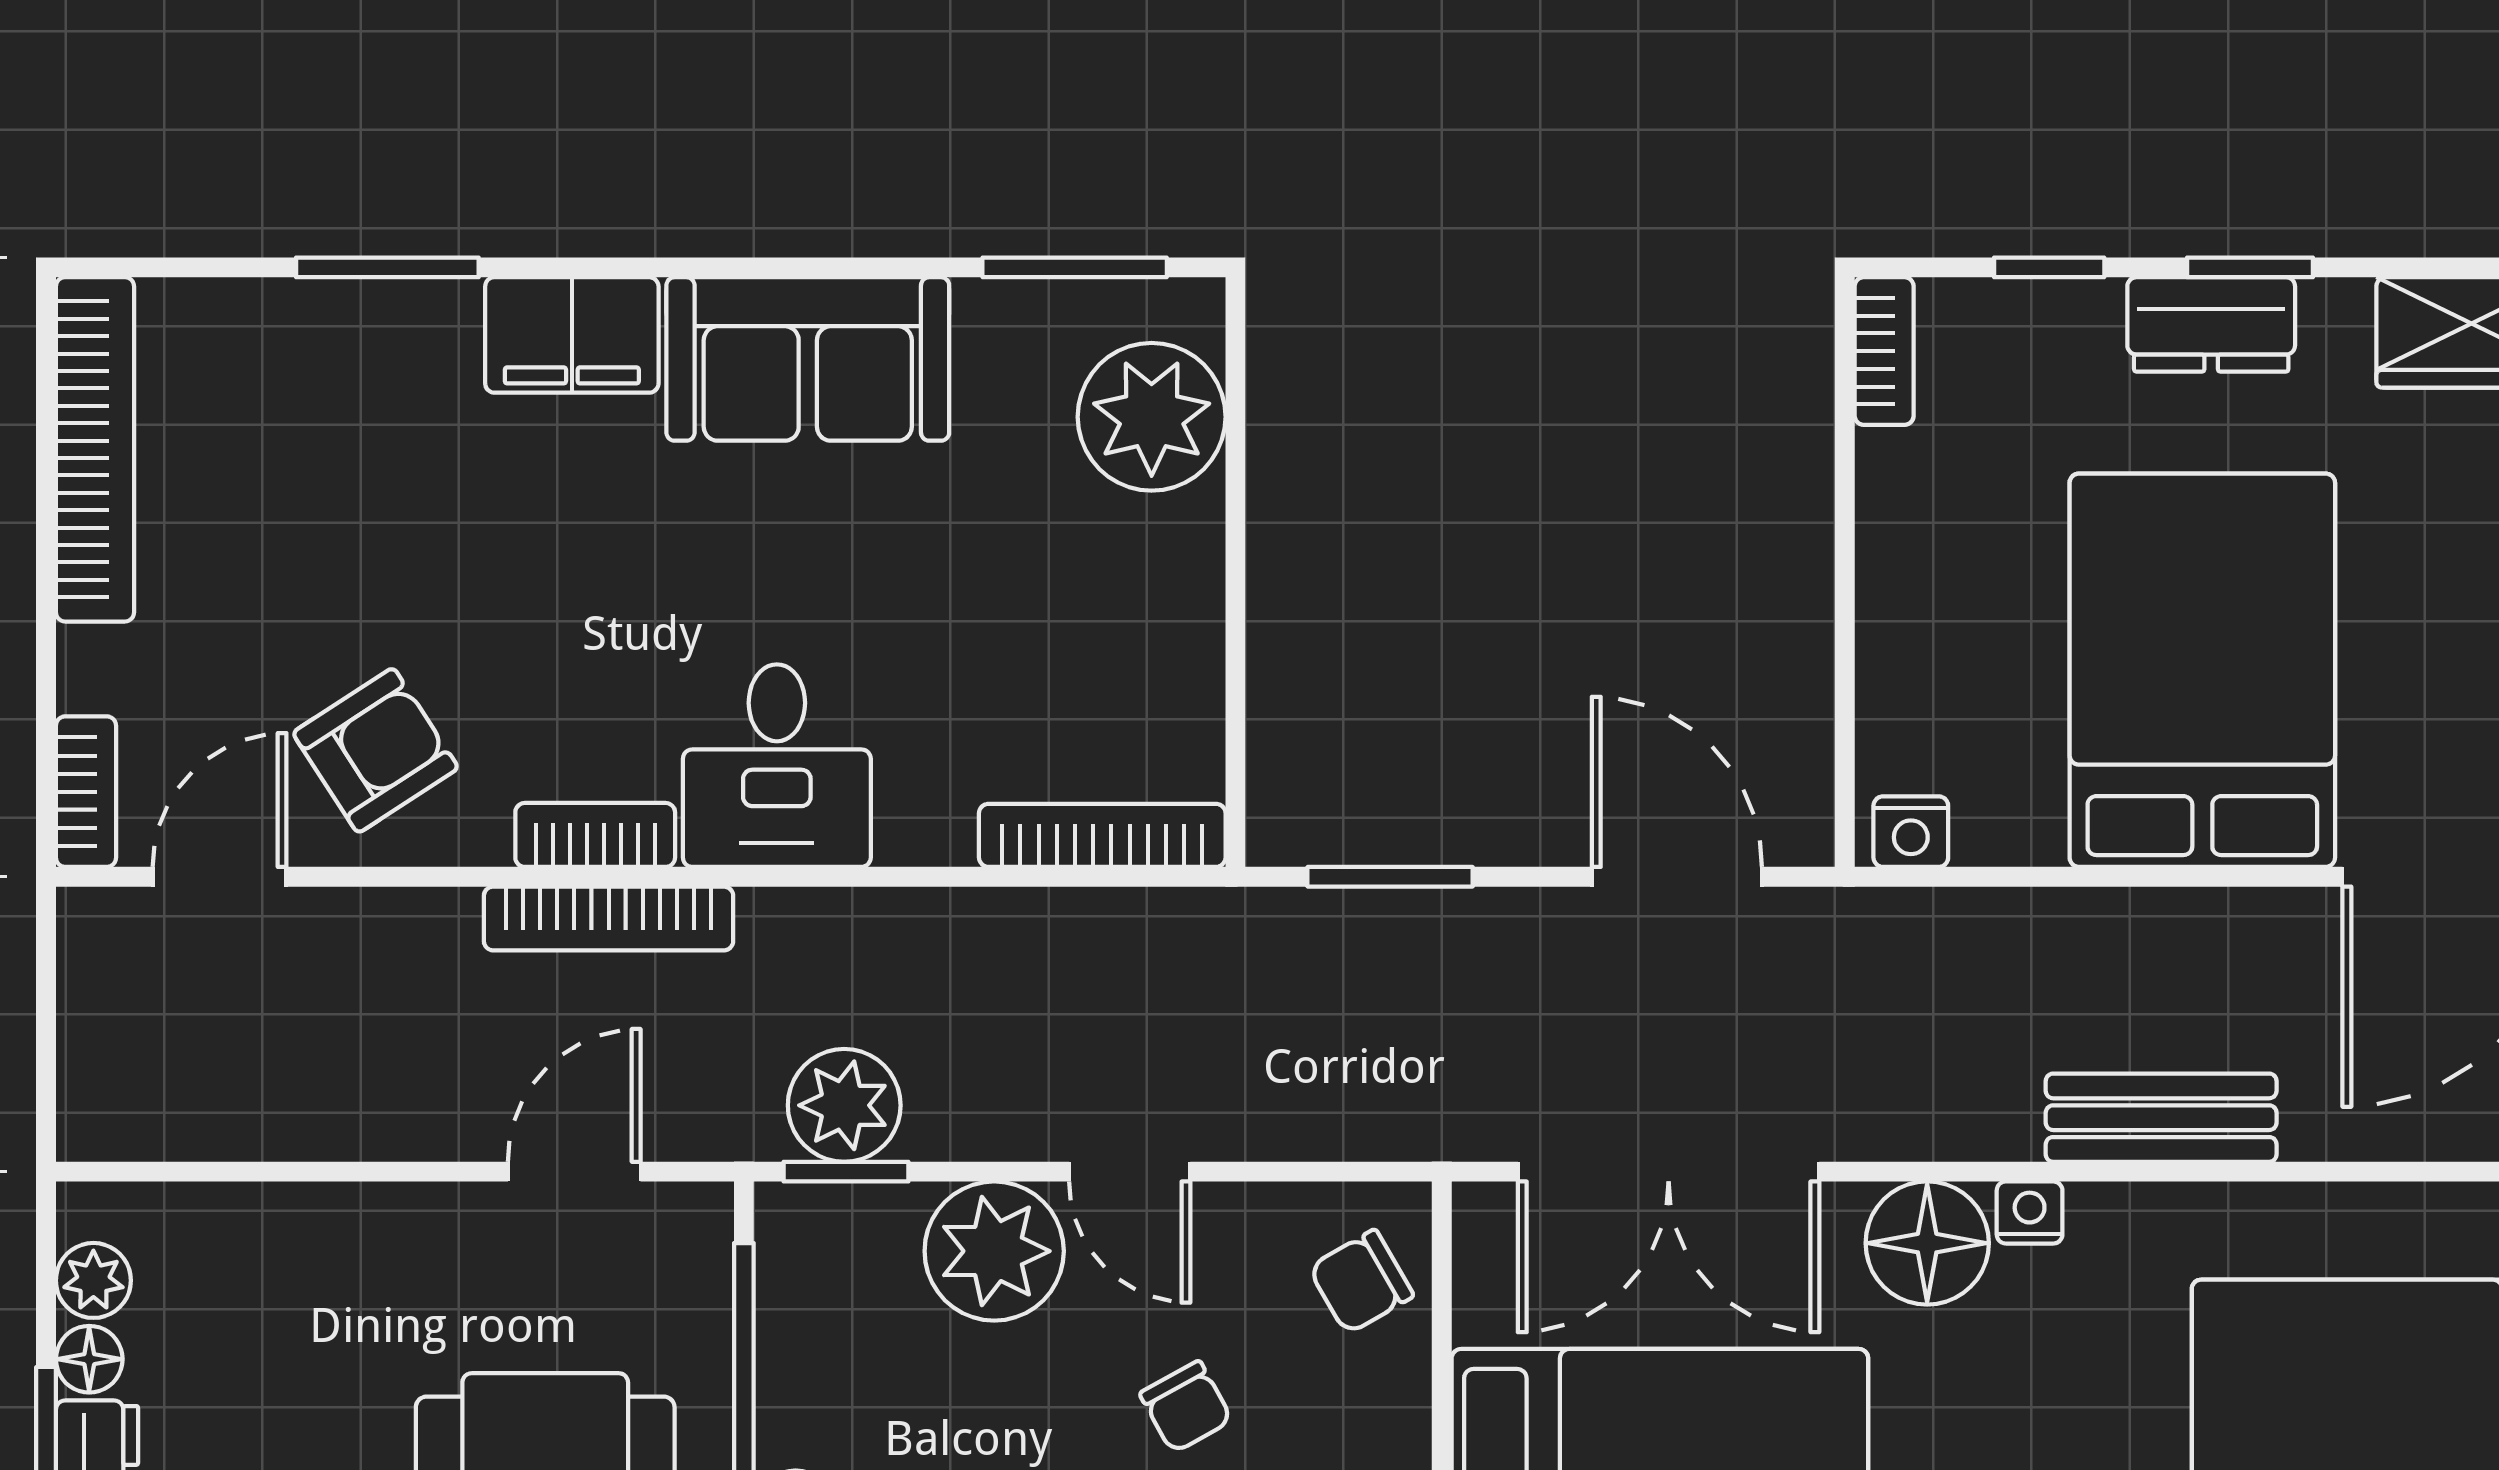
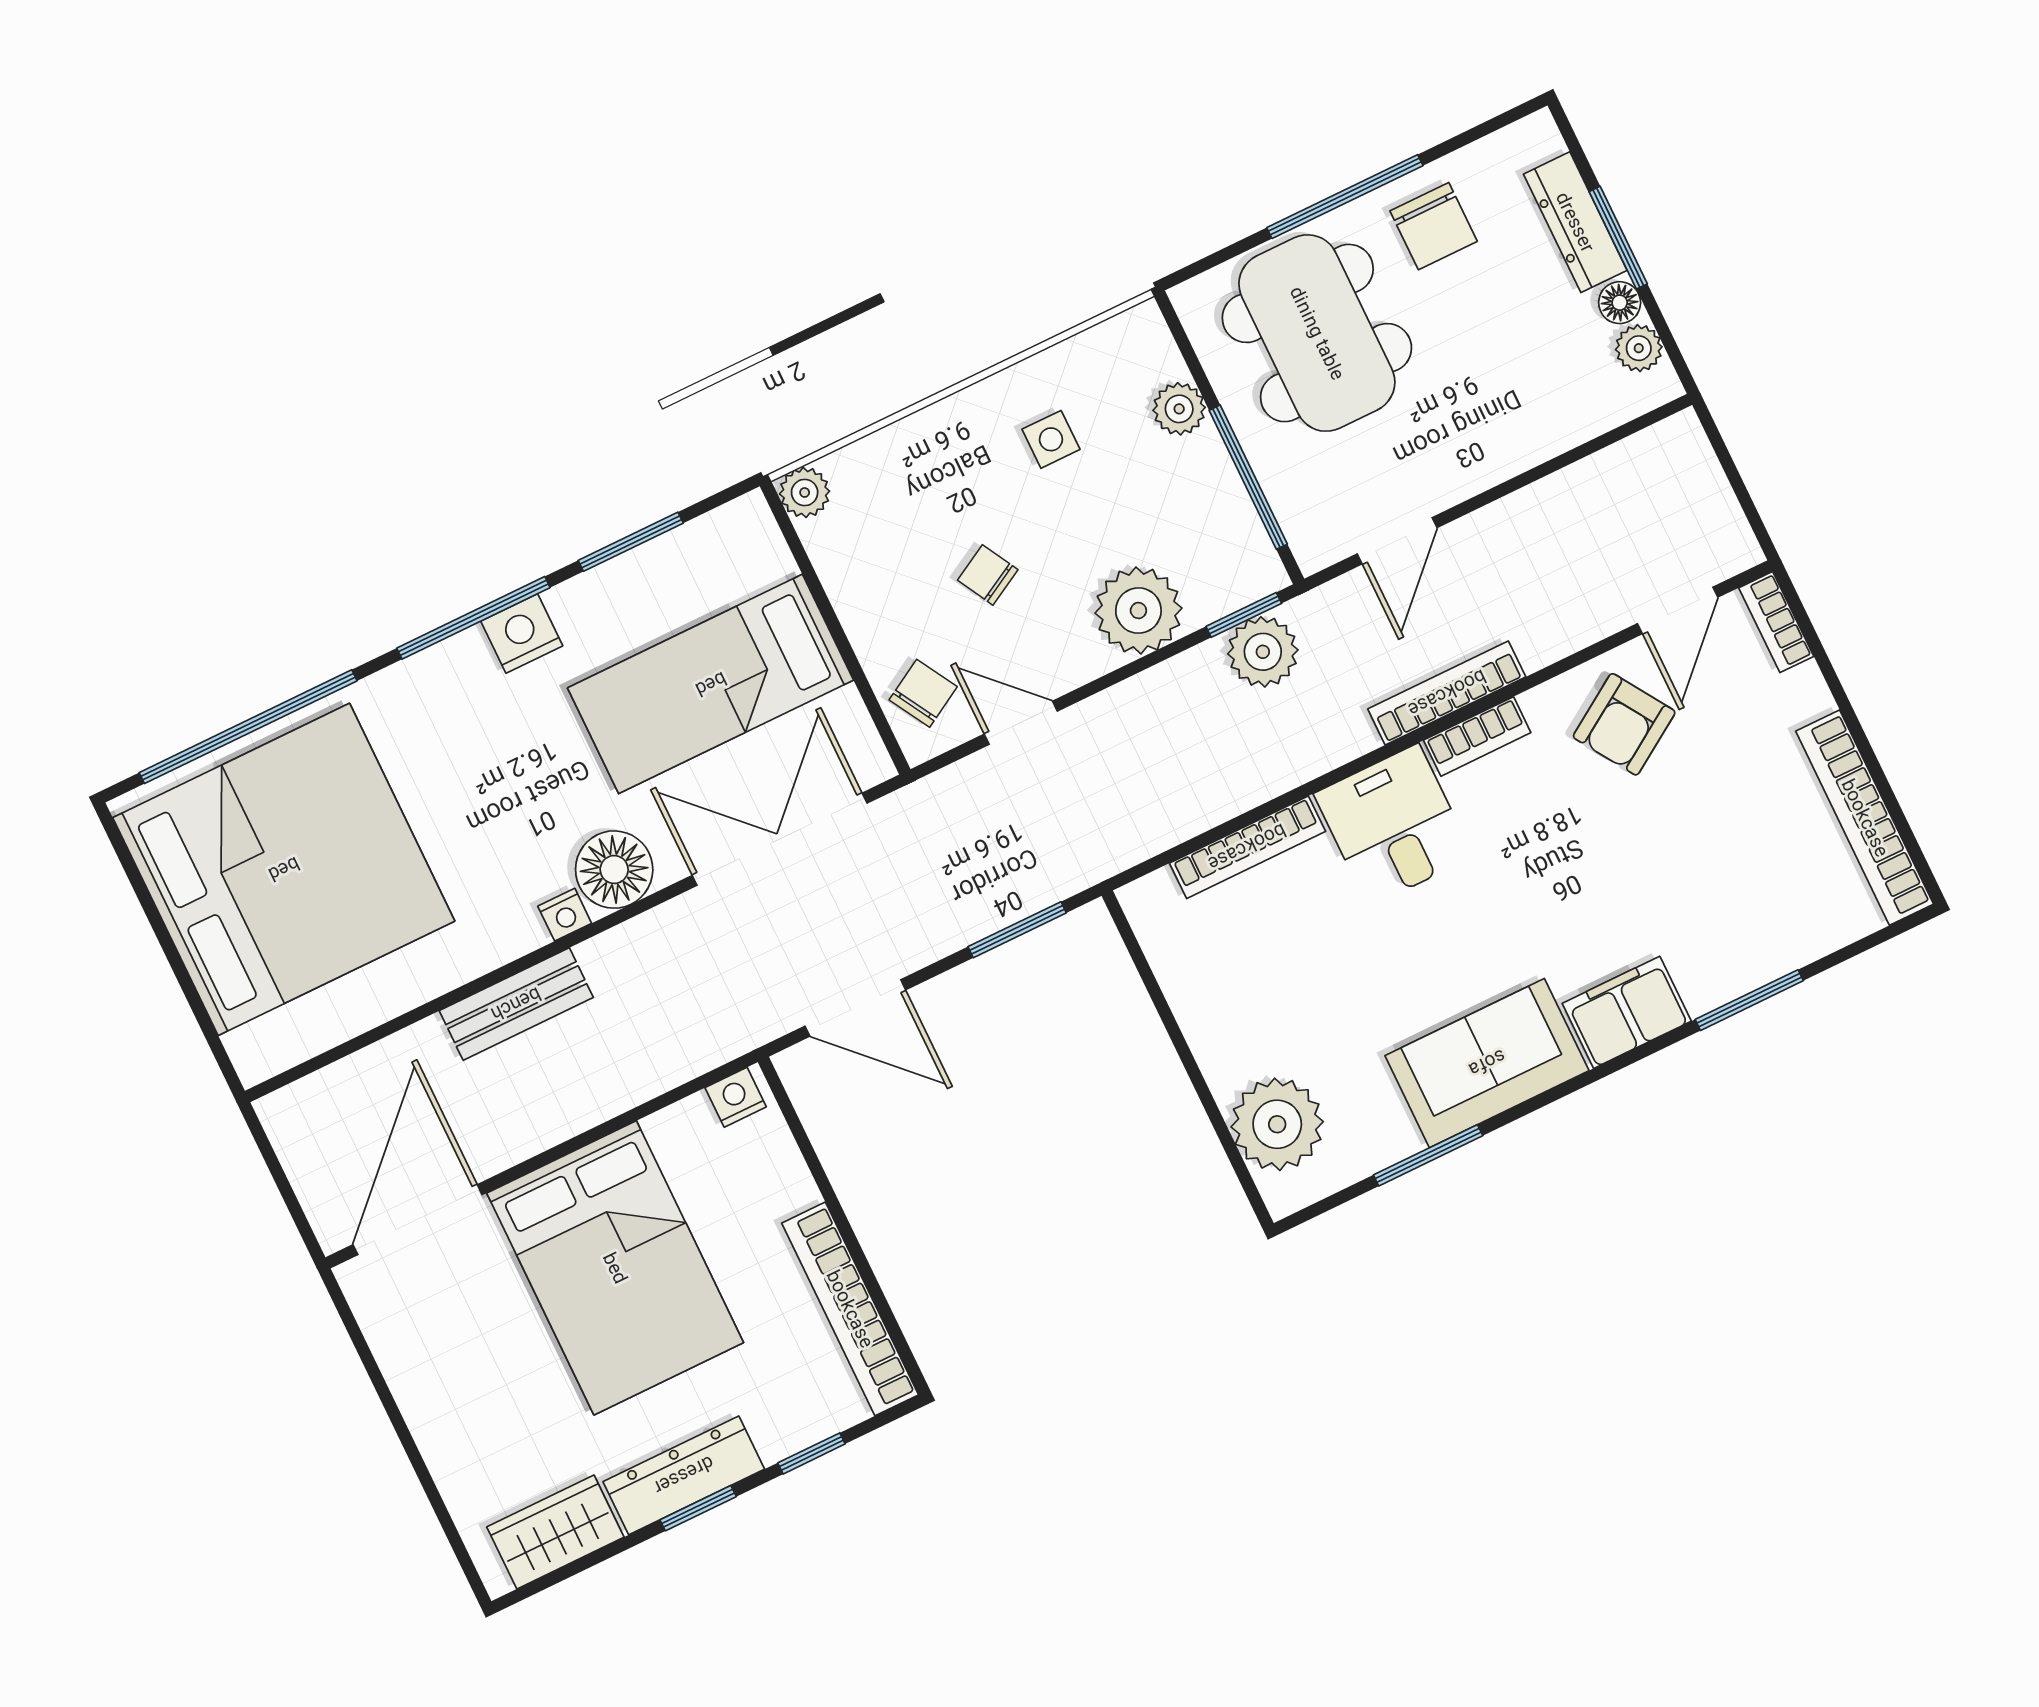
window: (1075, 267) -> (1428, 1155), moved
dresser: (2211, 324) -> (684, 1475), width x1.44
bookcase: (1884, 351) -> (850, 1309), width x2.31, depth x1.31
bookcase: (1102, 835) -> (1247, 847), moved
door: (1130, 1172) -> (1021, 723), moved

